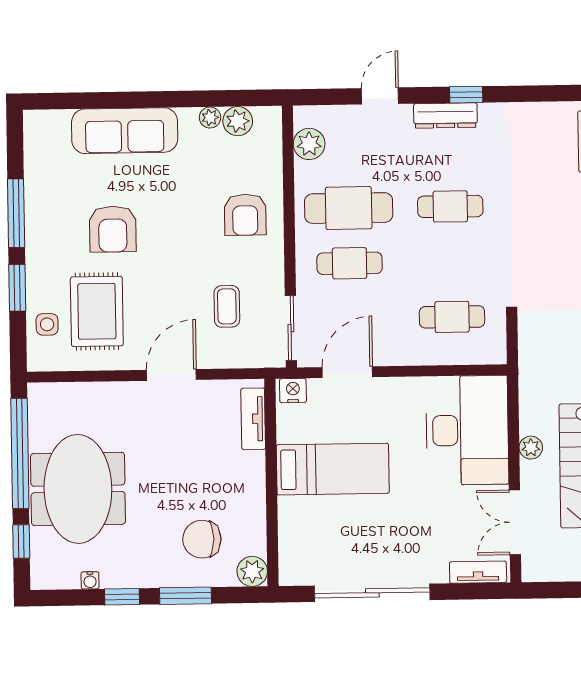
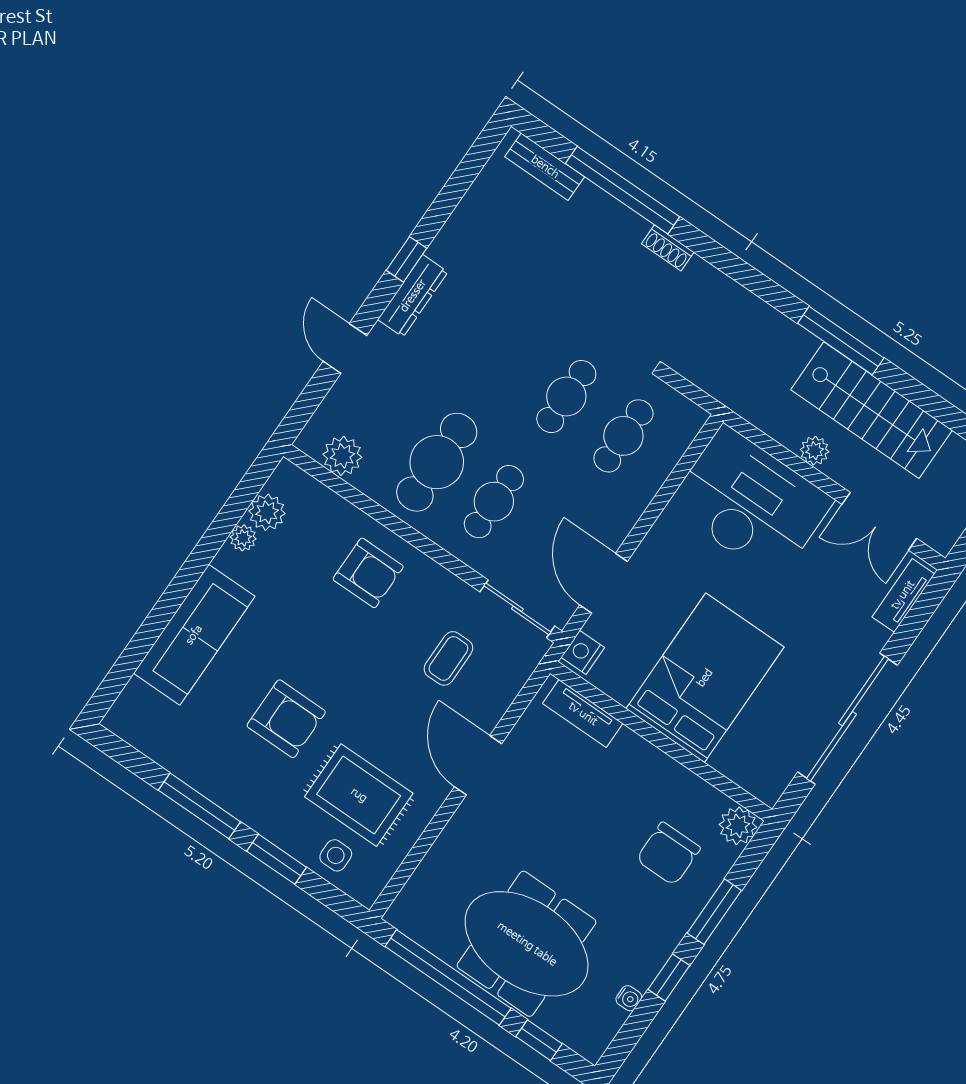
cafe table: (450, 206) -> (566, 397), moved
coffee table: (227, 306) -> (448, 658), turned 90
bed: (333, 469) -> (705, 678), width x1.50

